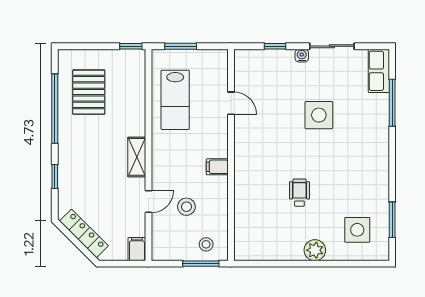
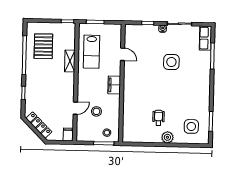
shelving: (137, 157) -> (70, 61), moved
filing cabinet: (217, 167) -> (114, 85), width x2.00
wheelchair: (299, 193) -> (159, 118), moved

